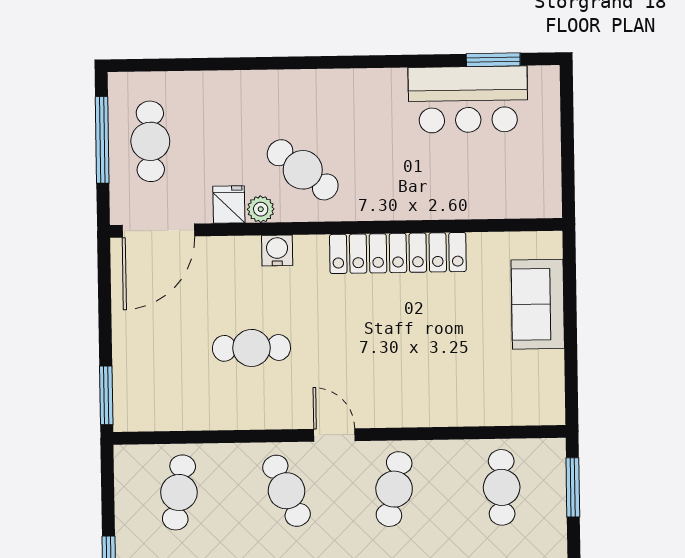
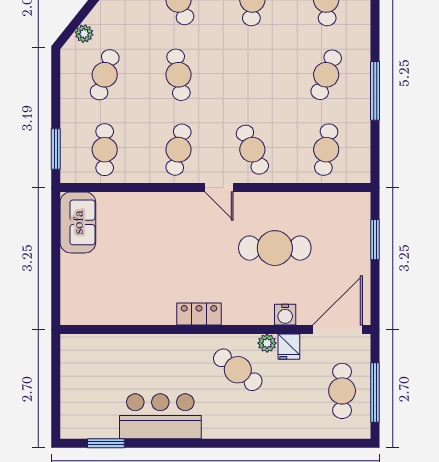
bar counter: (468, 99) -> (160, 416), moved
water cooler: (277, 250) -> (285, 315), moved
locker: (398, 253) -> (199, 314), width x0.46, depth x0.83
sofa: (538, 304) -> (78, 222), moved
cafe table: (251, 348) -> (275, 248), width x1.37, depth x1.35
window: (106, 395) -> (375, 240), moved

